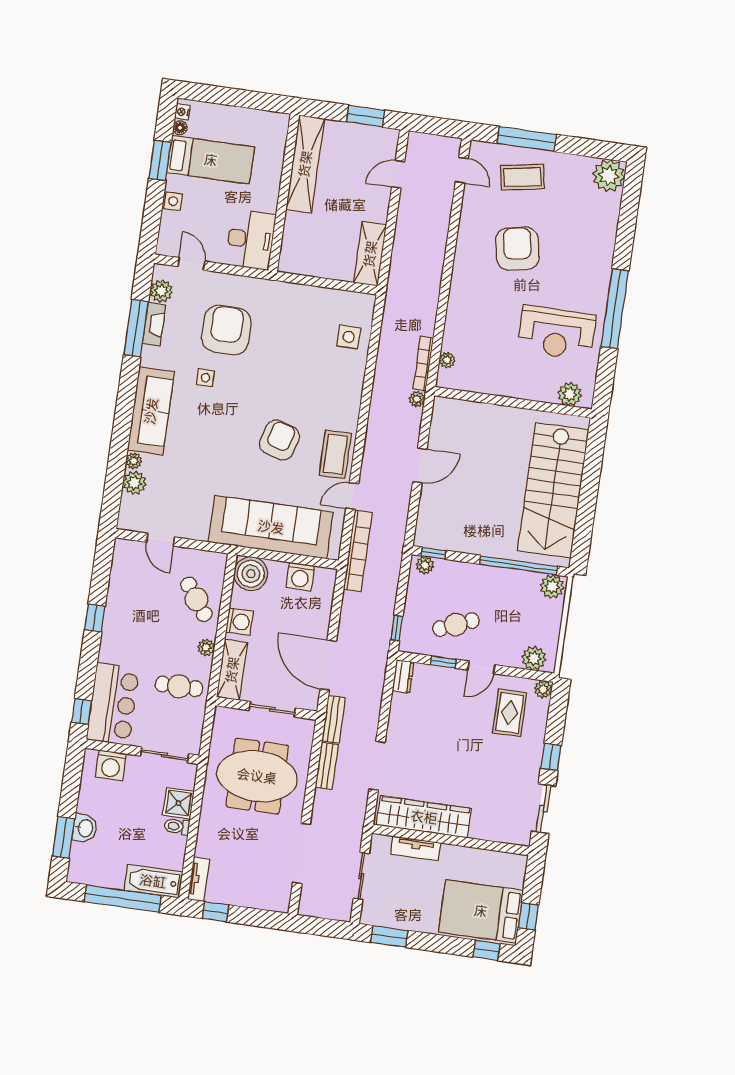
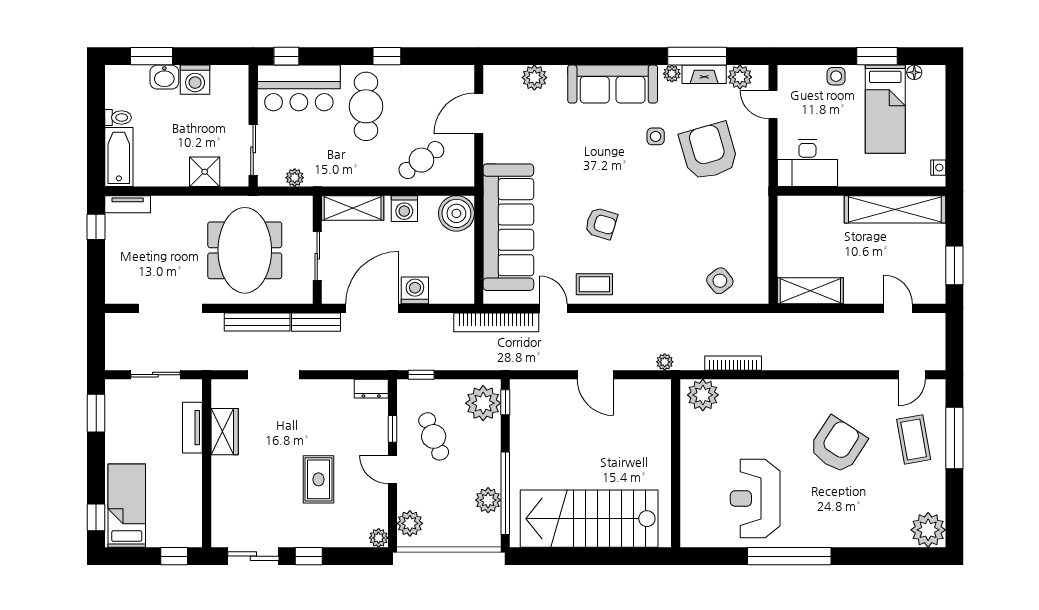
nightstand: (182, 112) -> (938, 168), moved, turned 90
armchair: (517, 249) -> (838, 445), turned -46
door: (191, 264) -> (773, 105), swing flipped
armchair: (226, 330) -> (709, 151), turned -106
side table: (349, 337) -> (720, 281), turned -38
plant: (447, 360) -> (703, 395), width x1.88, depth x1.88
bookcase: (423, 363) -> (733, 363), moved
plant: (570, 394) -> (693, 522), removed
armchair: (279, 440) -> (601, 223), width x0.72, depth x0.72
coffee table: (335, 454) -> (594, 284), width x0.73, depth x0.77
plant: (134, 461) -> (672, 74), moved
door: (160, 540) -> (479, 113), width x1.38
plant: (425, 565) -> (483, 403), width x1.87, depth x1.87
washing machine: (300, 577) -> (415, 290), moved, turned 90
plant: (552, 586) -> (488, 500), moved
plant: (206, 648) -> (295, 178), moved
cafe table: (179, 686) -> (366, 106), moved, width x1.37, depth x1.35
rug: (510, 713) -> (319, 479), moved, turned 90
washing machine: (111, 765) -> (195, 80), moved, turned -90
bench: (327, 766) -> (257, 322), width x1.36
wardrobe: (424, 817) -> (225, 432), width x0.48, depth x0.85
toilet: (177, 826) -> (118, 117), moved, turned 90
window: (123, 899) -> (96, 127), removed
bed: (481, 911) -> (127, 506), width x0.67
window: (528, 916) -> (174, 556), moved

